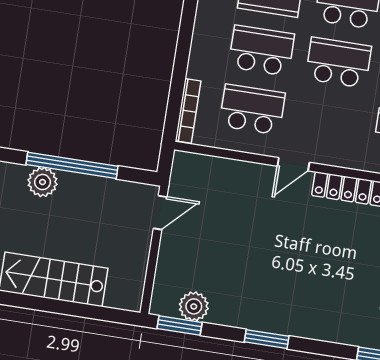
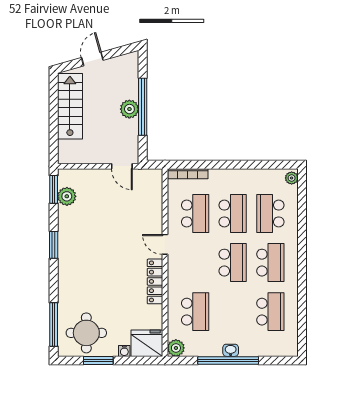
plant: (42, 182) -> (129, 109), moved

